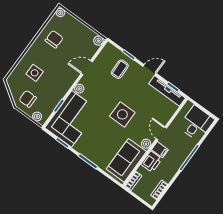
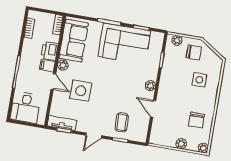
plant: (98, 41) -> (181, 144), moved
door: (87, 68) -> (153, 109), swing flipped
tv unit: (167, 91) -> (62, 123), width x0.71
side table: (122, 114) -> (81, 91), moved
corner sofa: (72, 119) -> (124, 44), moved, turned -90

